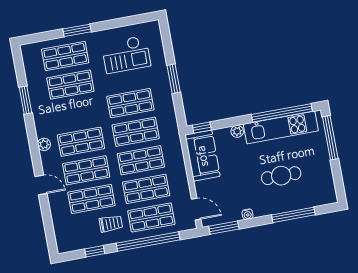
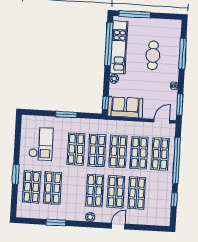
trolley: (111, 224) -> (157, 184), removed

